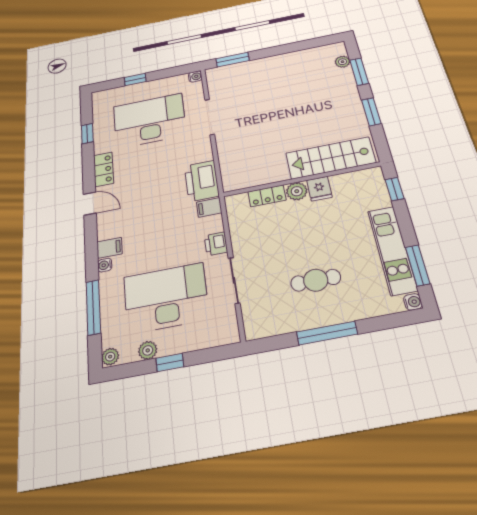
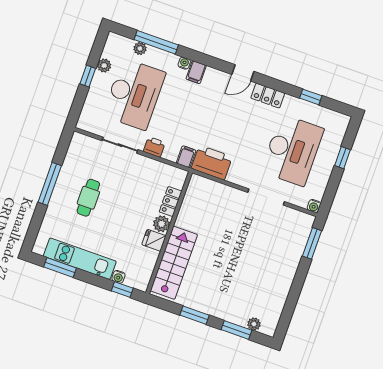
water cooler: (413, 302) -> (118, 277), moved
plant: (110, 357) -> (140, 49), moved

